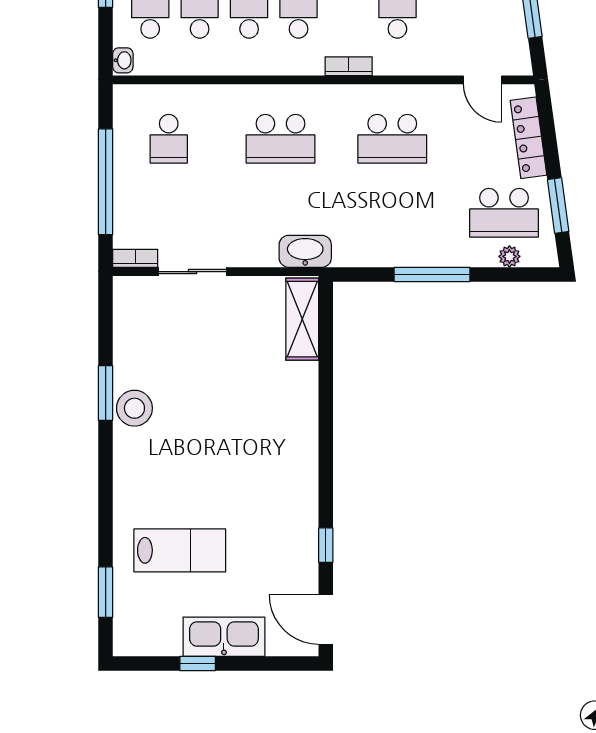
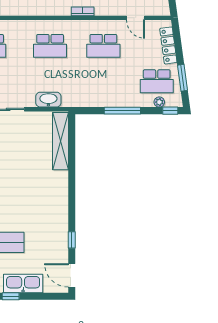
door: (483, 80) -> (135, 18), moved
washbasin: (305, 251) -> (48, 100), moved
window: (532, 274) -> (170, 111), added
shelving: (302, 319) -> (60, 141), width x1.47

